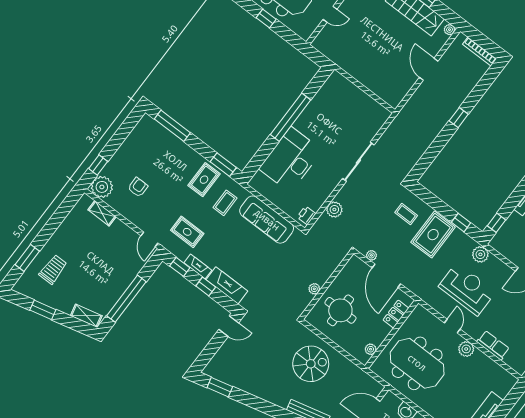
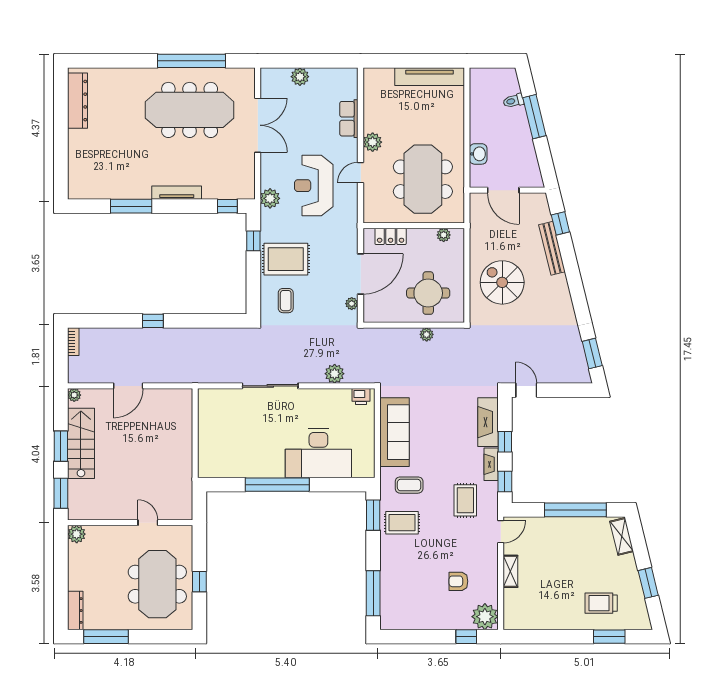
bookcase: (480, 51) -> (73, 342), width x0.64
shelving: (102, 213) -> (510, 571), moved

